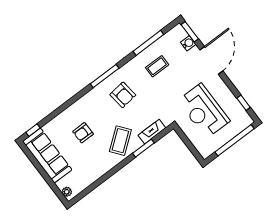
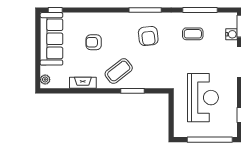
reception desk: (204, 111) -> (203, 98), turned 180
fireplace: (152, 132) -> (83, 83), moved

